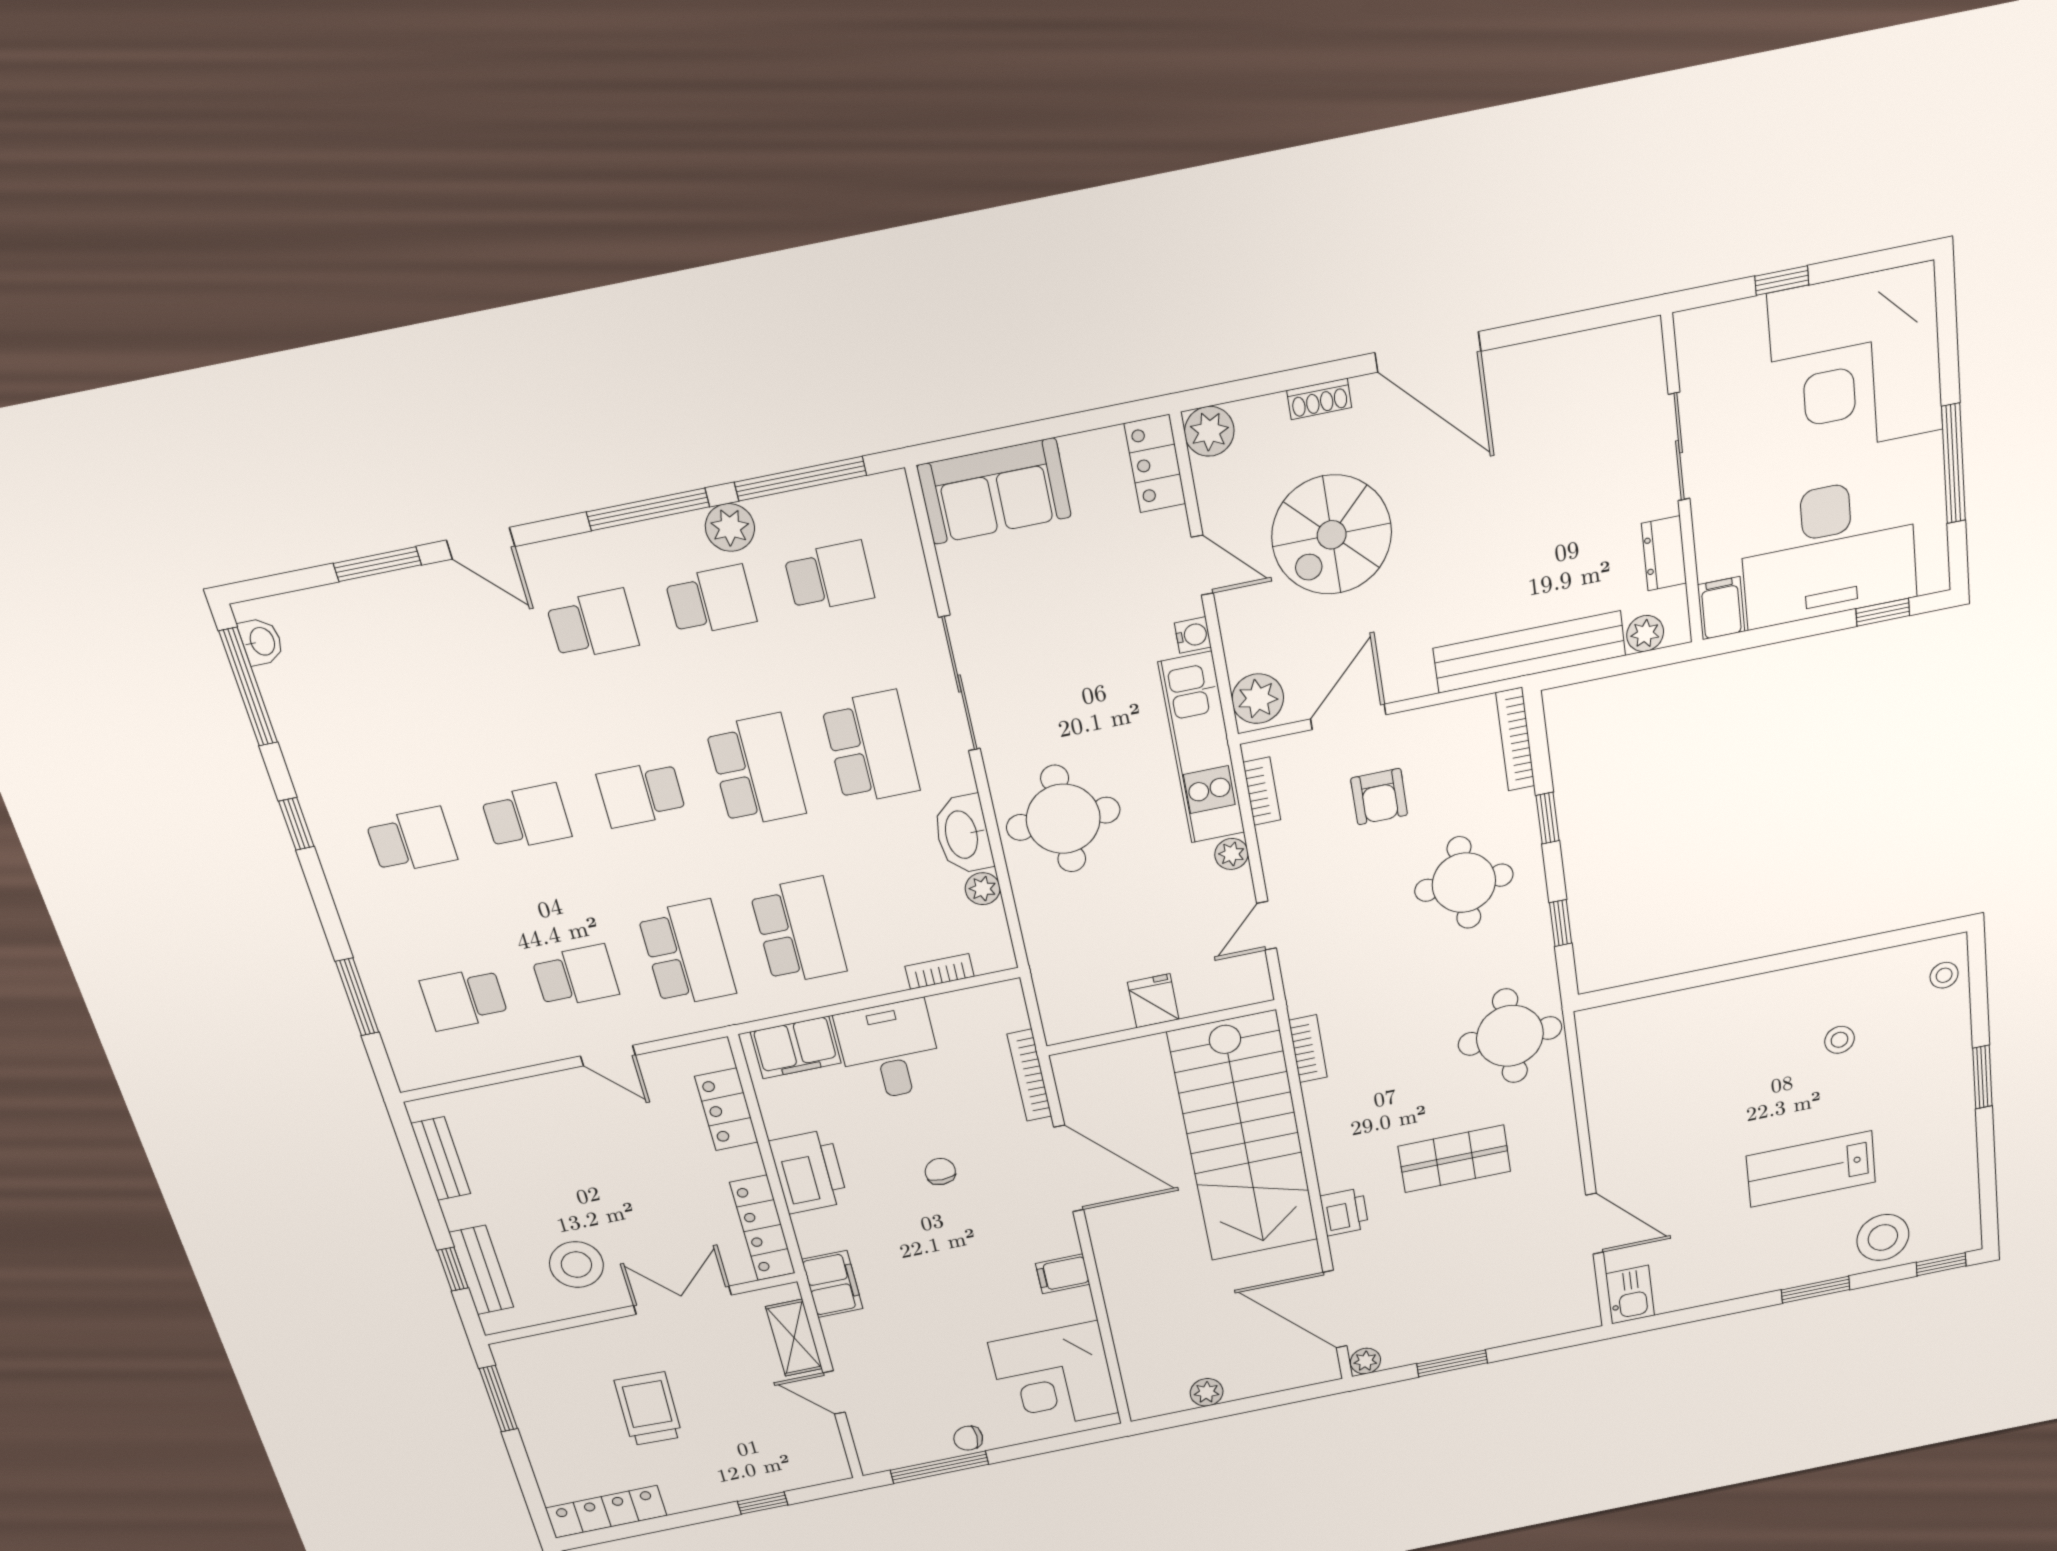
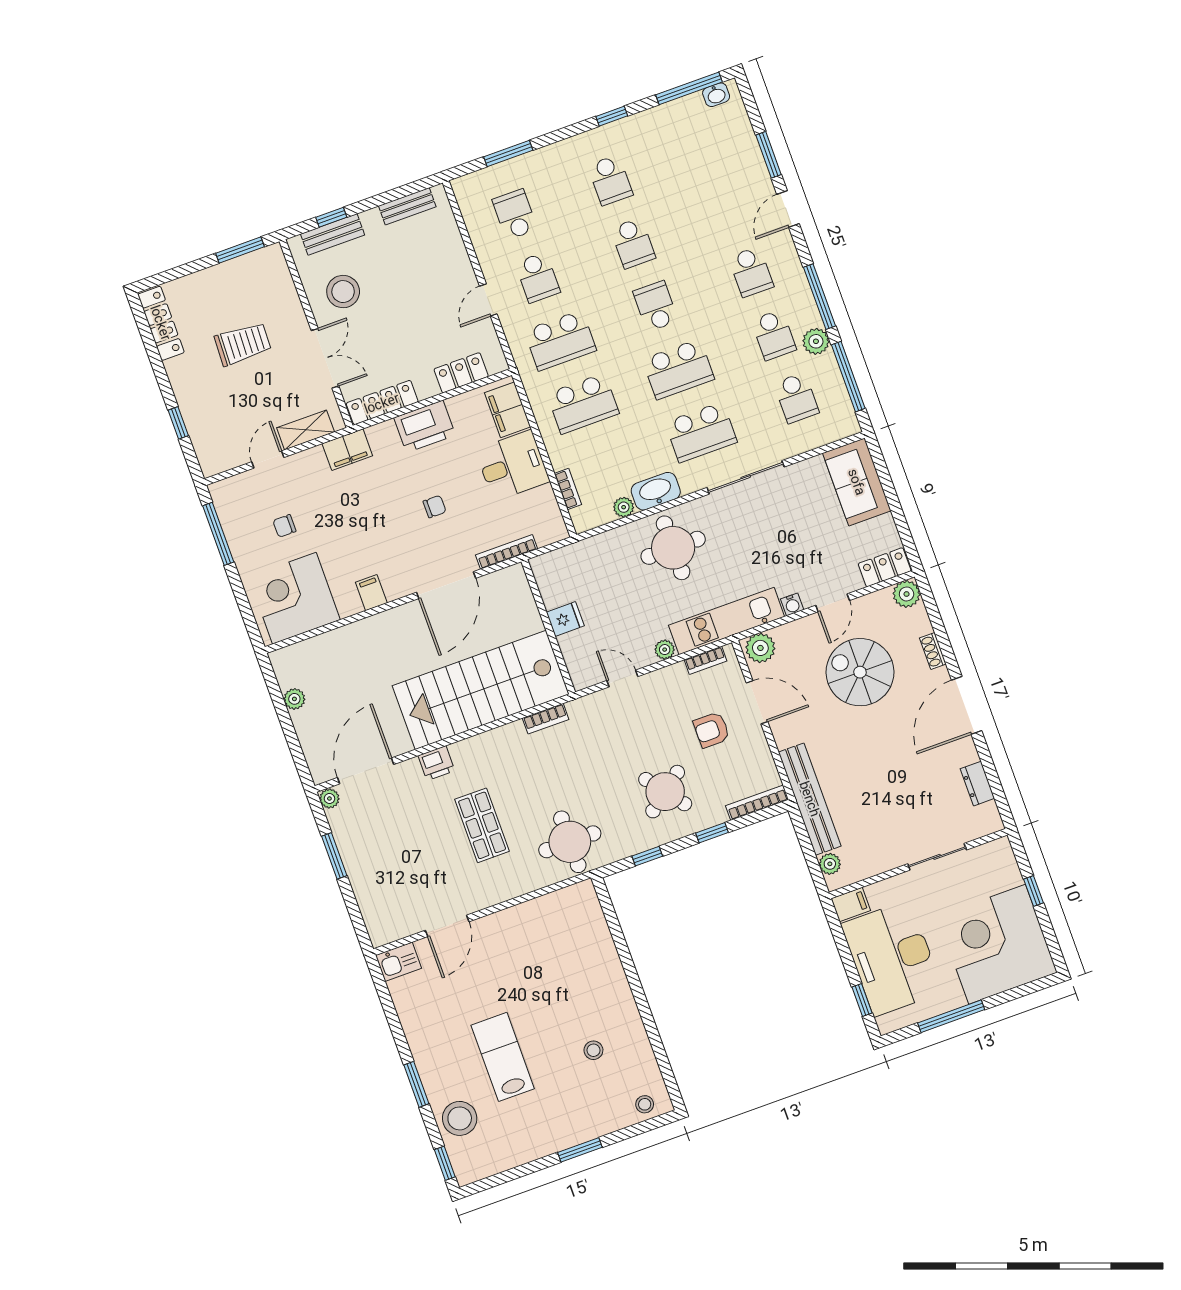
dresser: (1664, 553) -> (977, 784), moved, turned -90
round table: (1464, 883) -> (665, 792), turned -38
chair: (968, 1438) -> (284, 526), moved, turned -90

